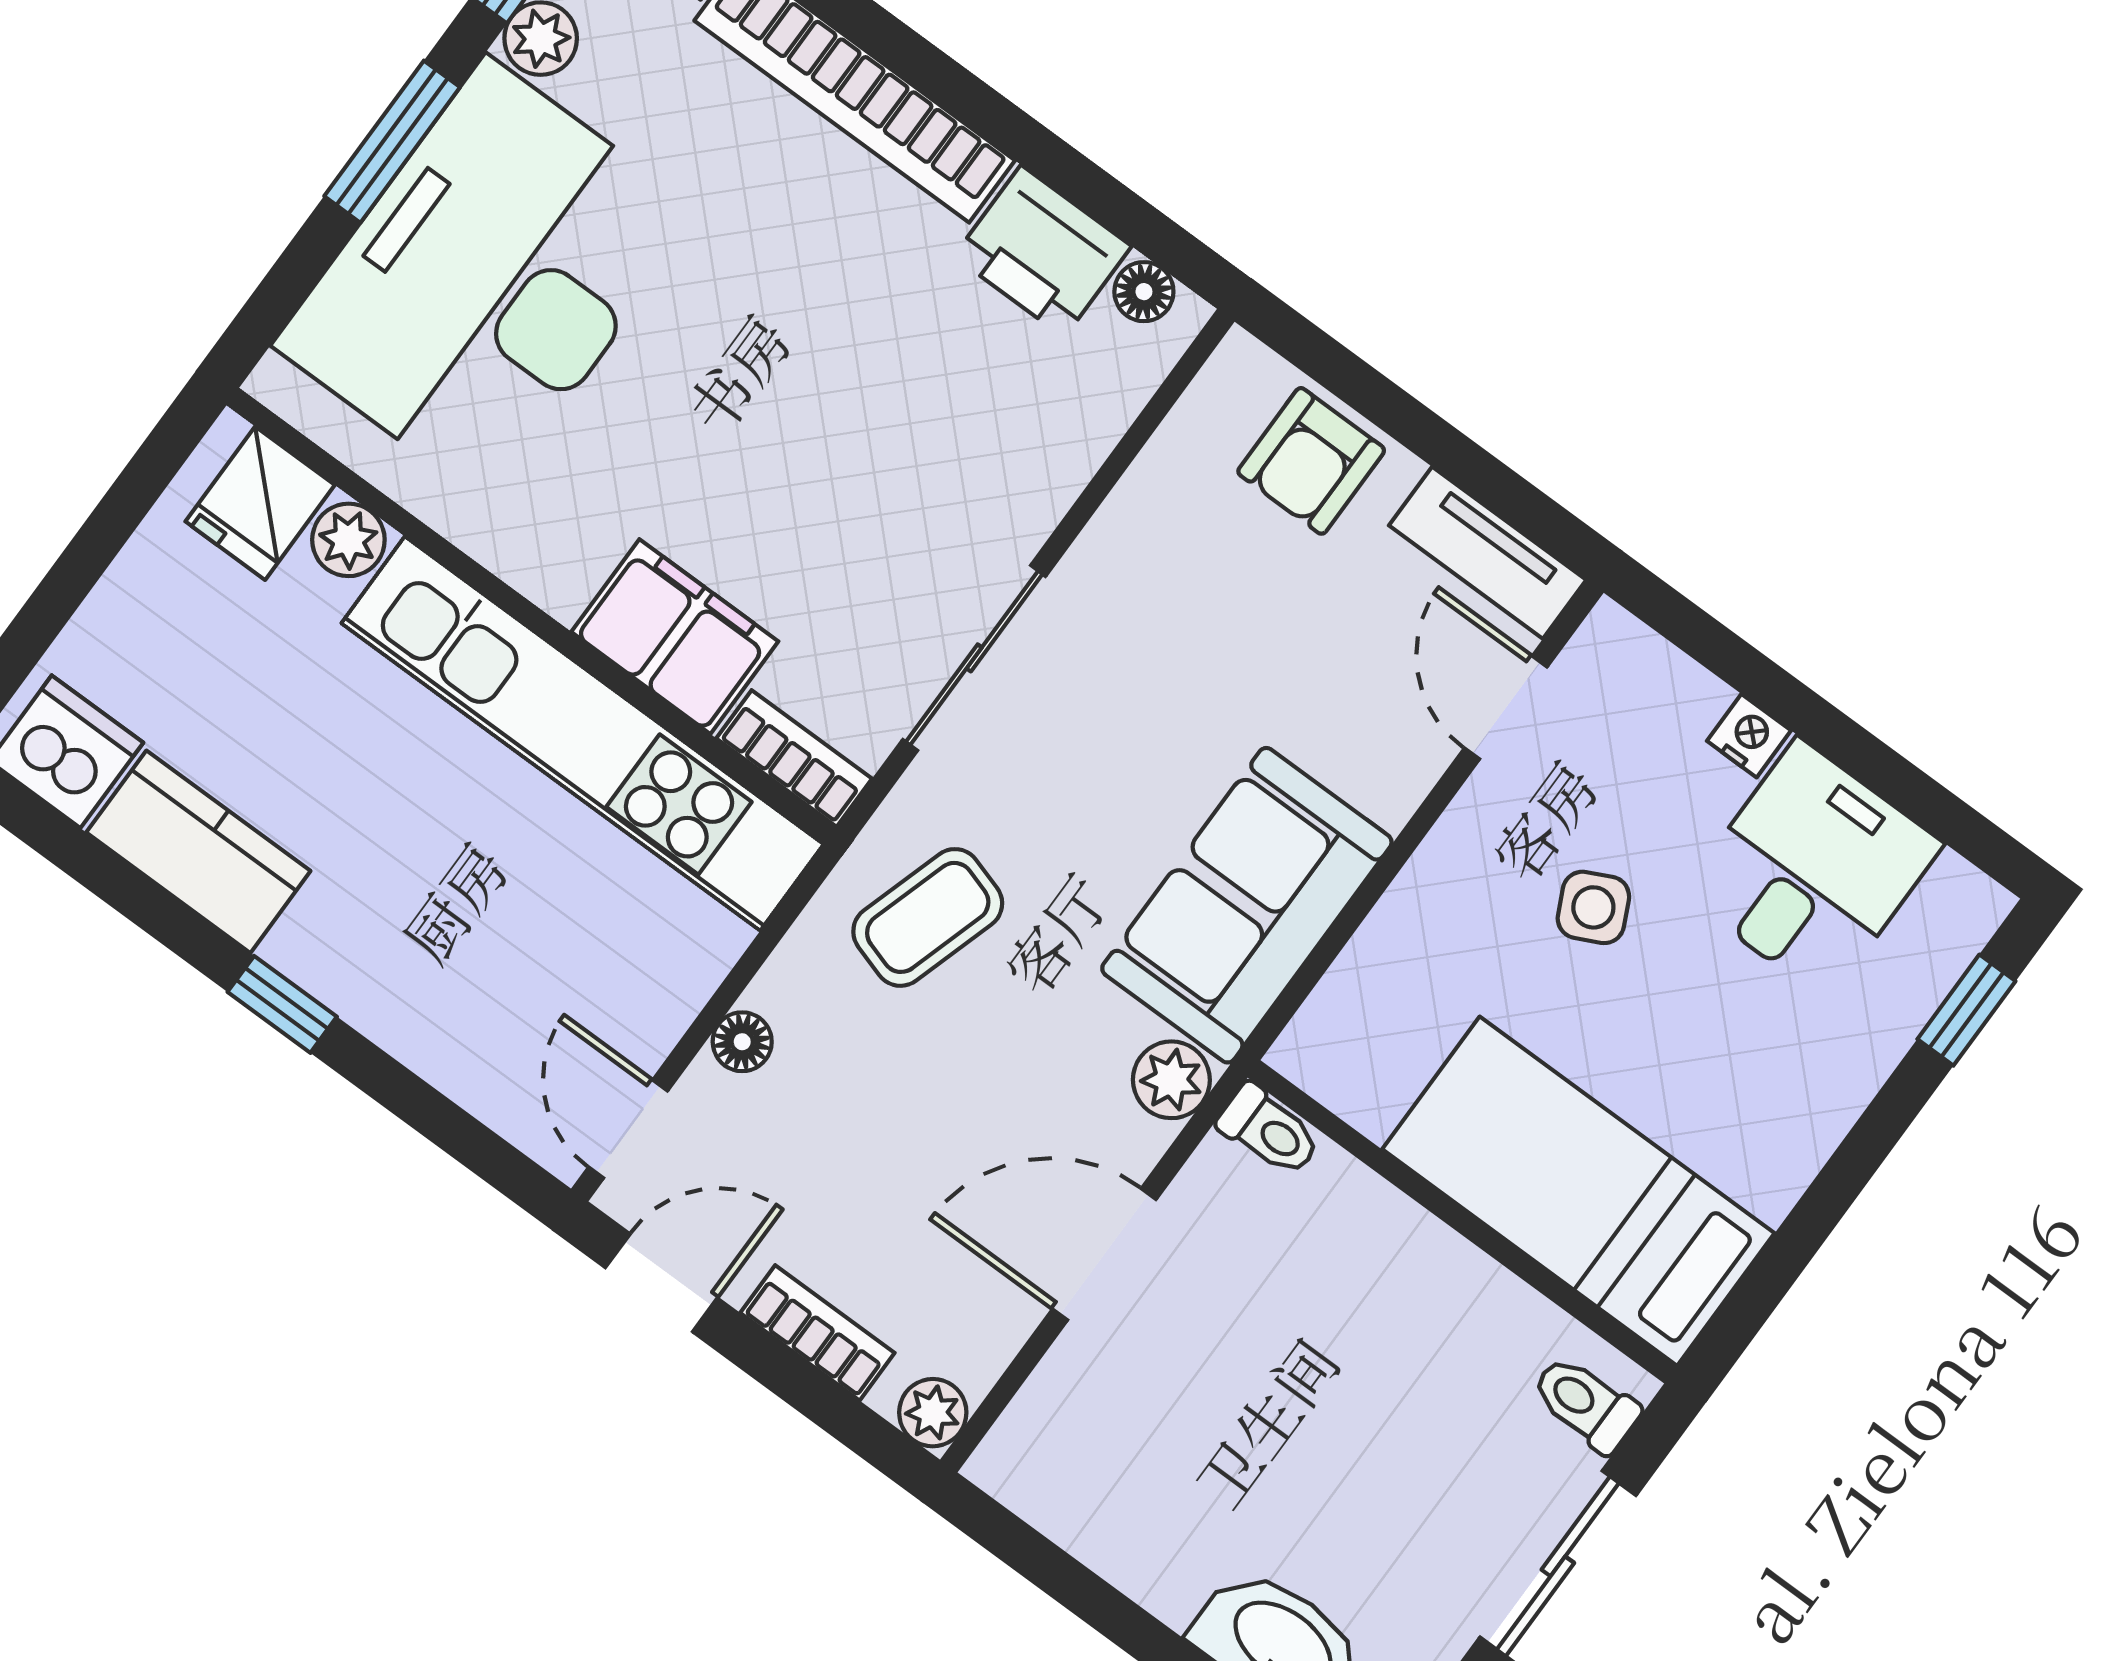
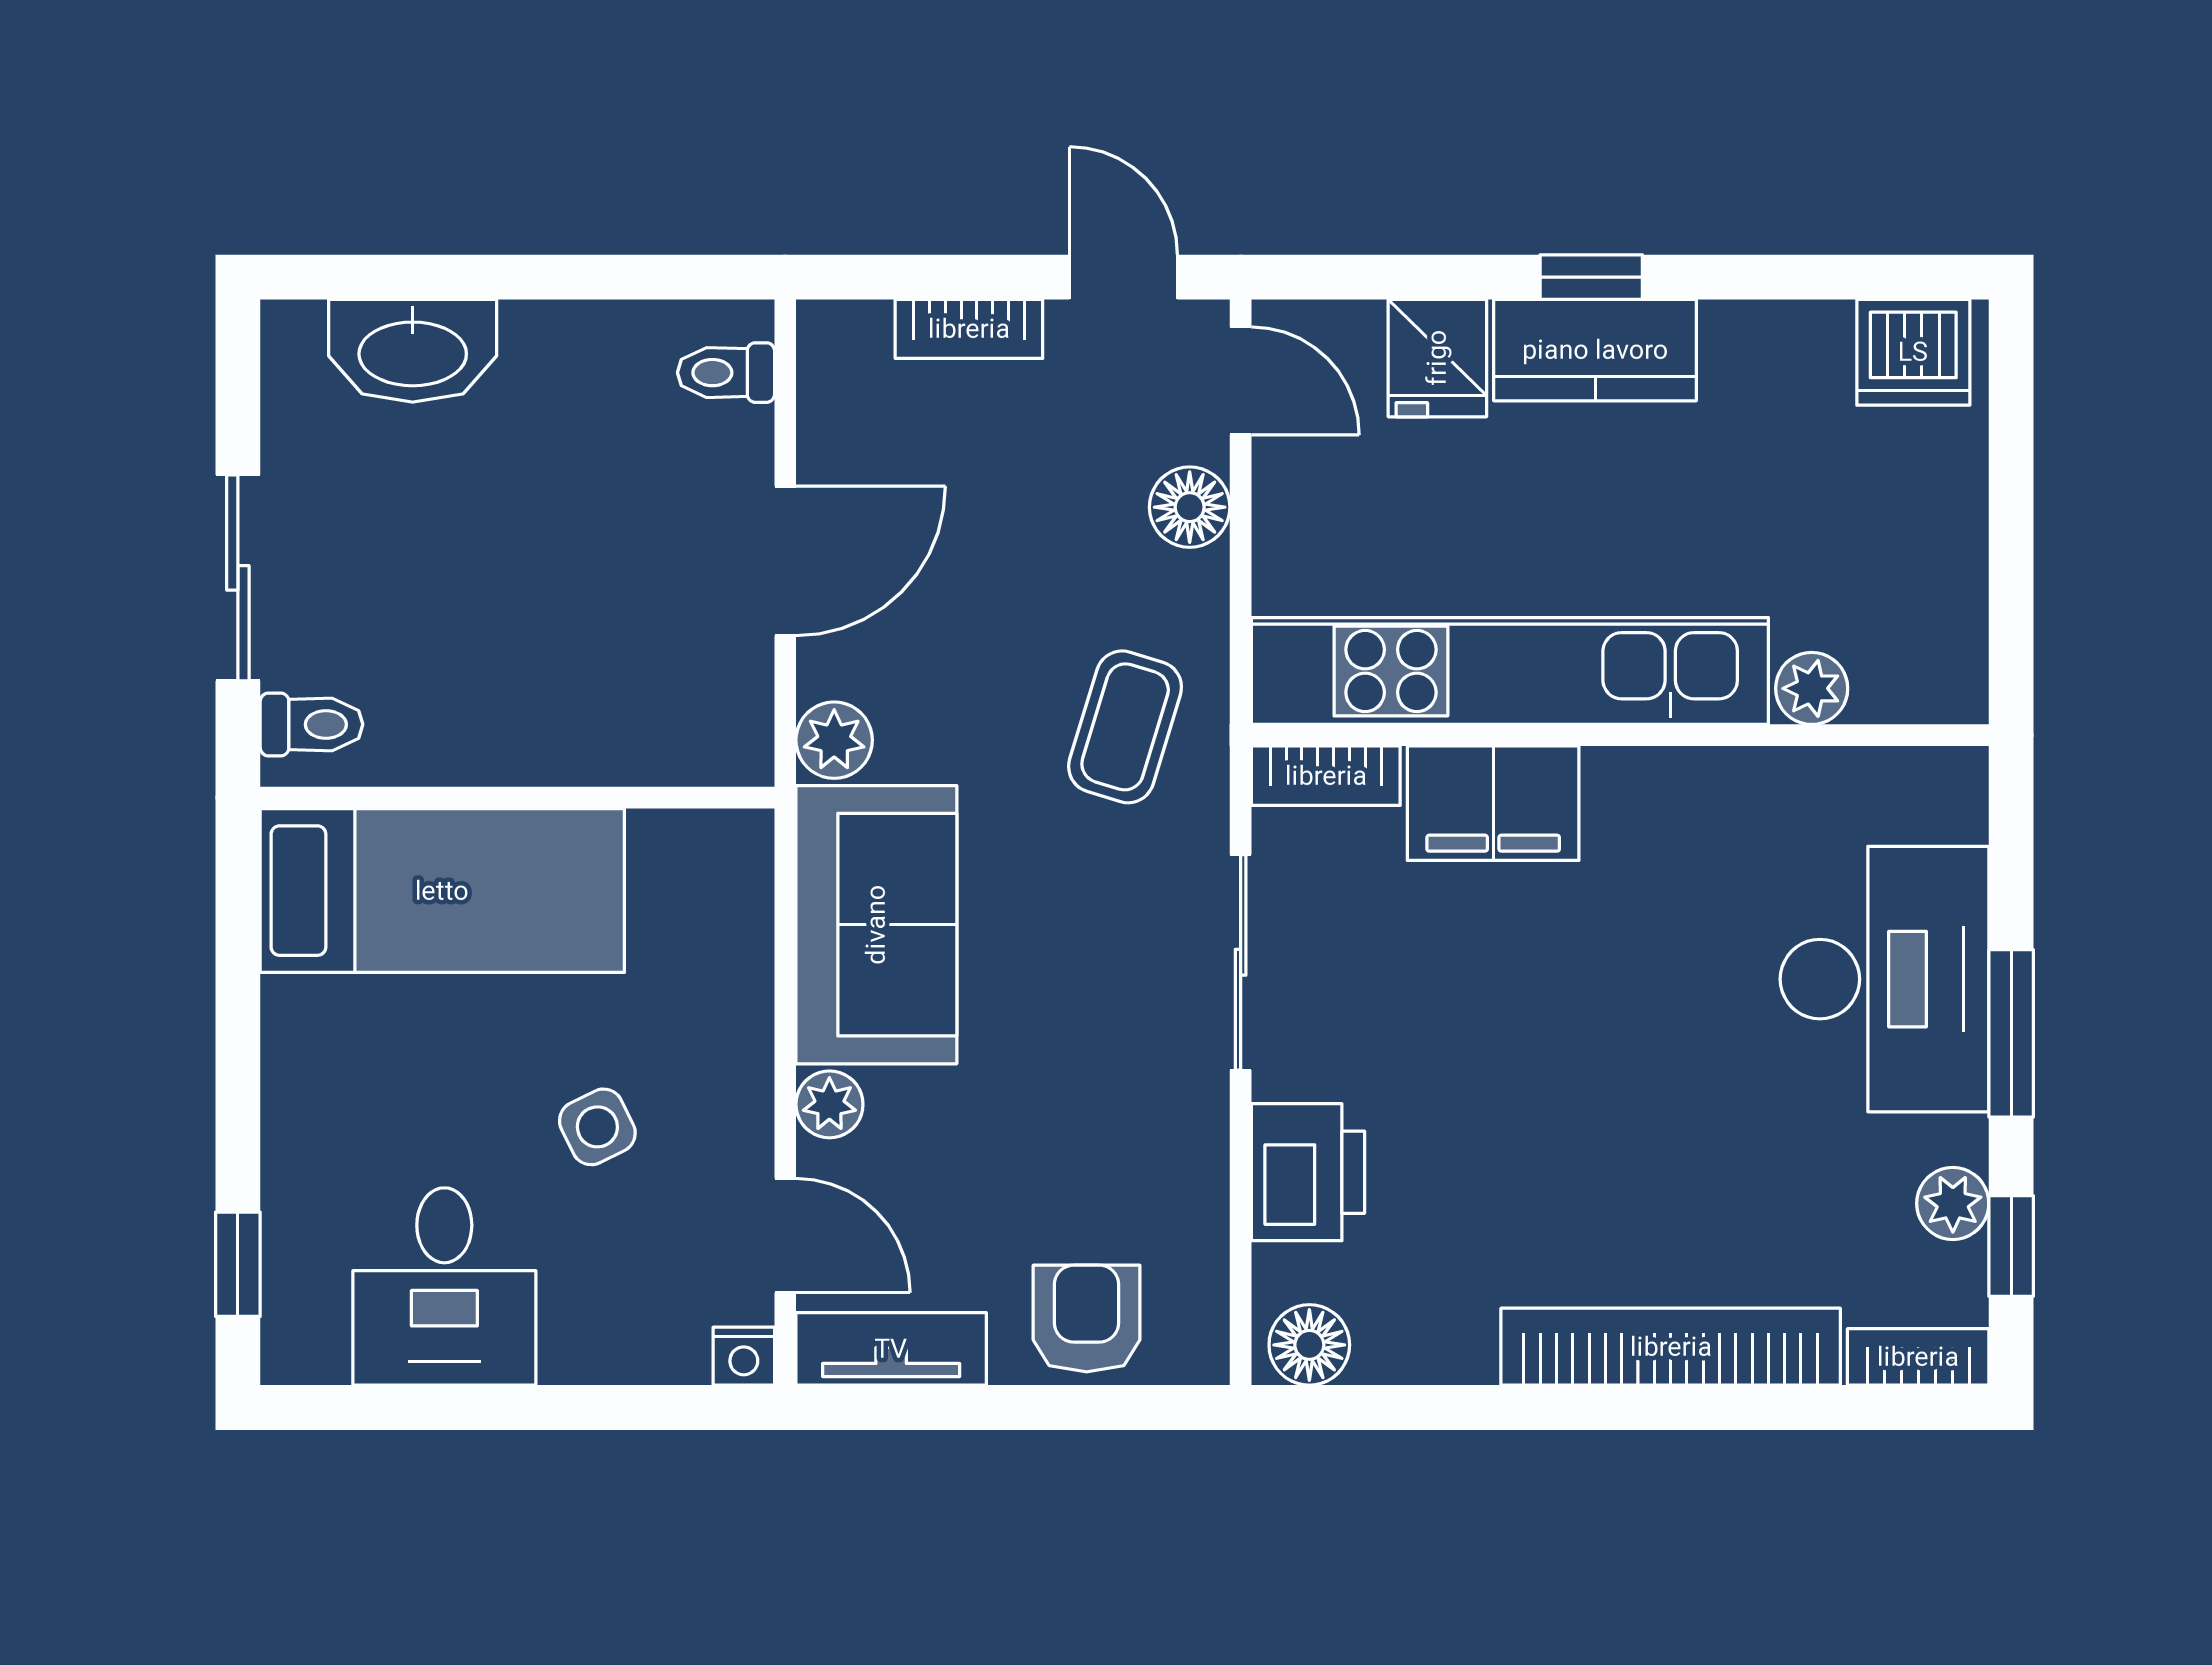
printer: (1043, 251) -> (1308, 1172), moved, turned 90
desk: (488, 280) -> (1885, 979), width x0.73, depth x0.77
floor lamp: (1144, 292) -> (1309, 1345), width x1.37, depth x1.37
fridge: (260, 503) -> (1437, 358), moved, turned 180
nightstand: (1749, 736) -> (744, 1356), moved
kitchen counter: (198, 852) -> (1595, 350), moved
floor lamp: (742, 1042) -> (1190, 507), width x1.37, depth x1.37
toilet: (1269, 1130) -> (726, 373), moved
door: (661, 1283) -> (1123, 277), swing flipped
plant: (933, 1413) -> (829, 1104), moved

